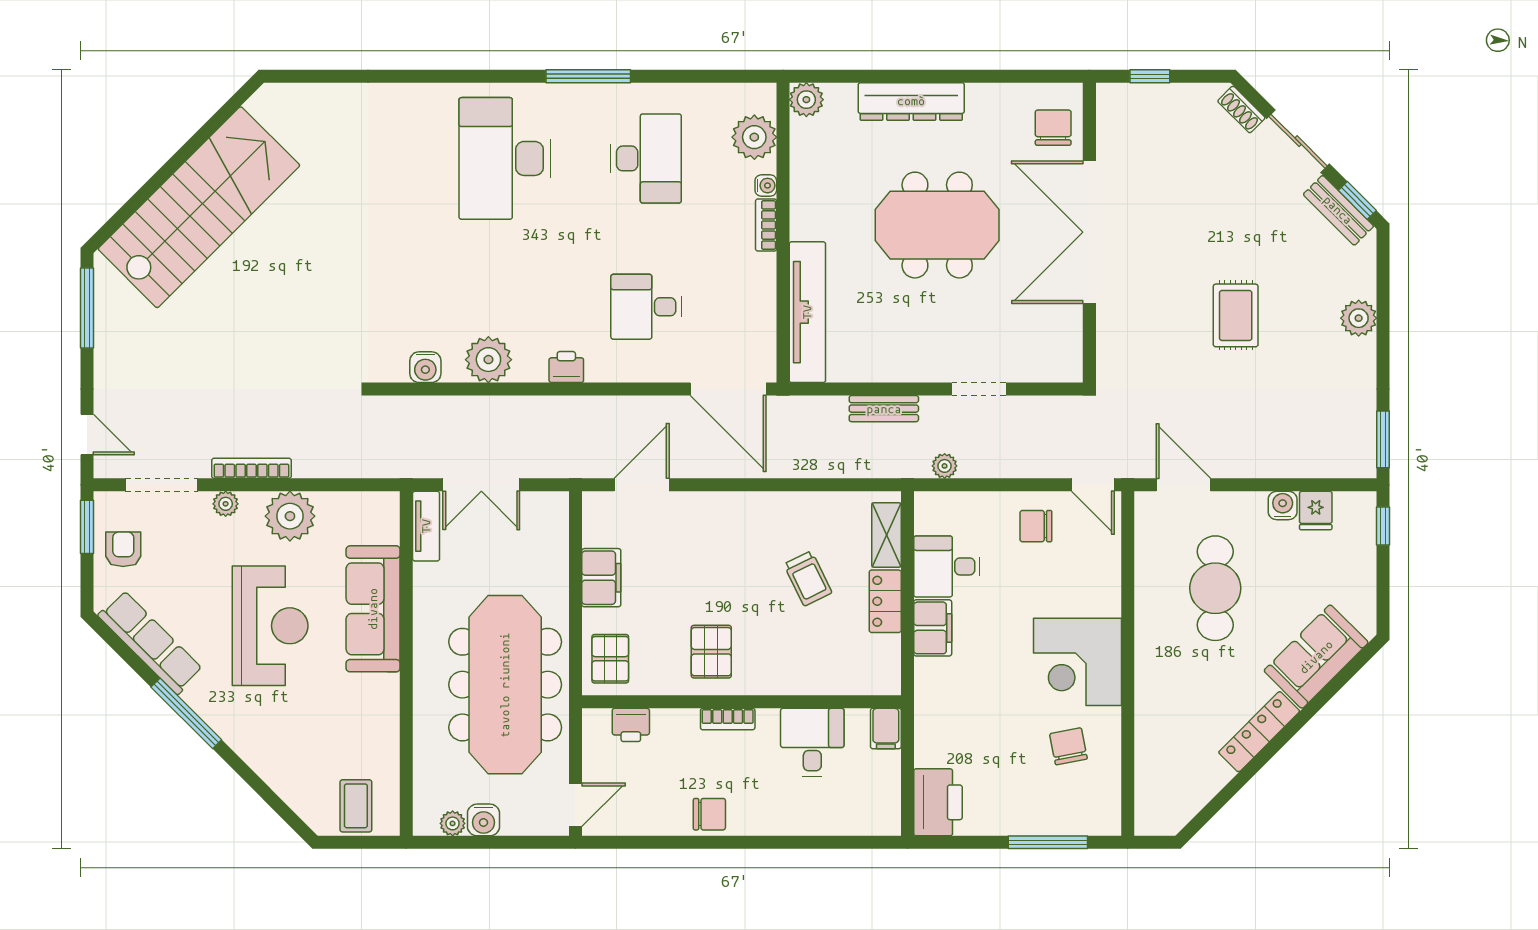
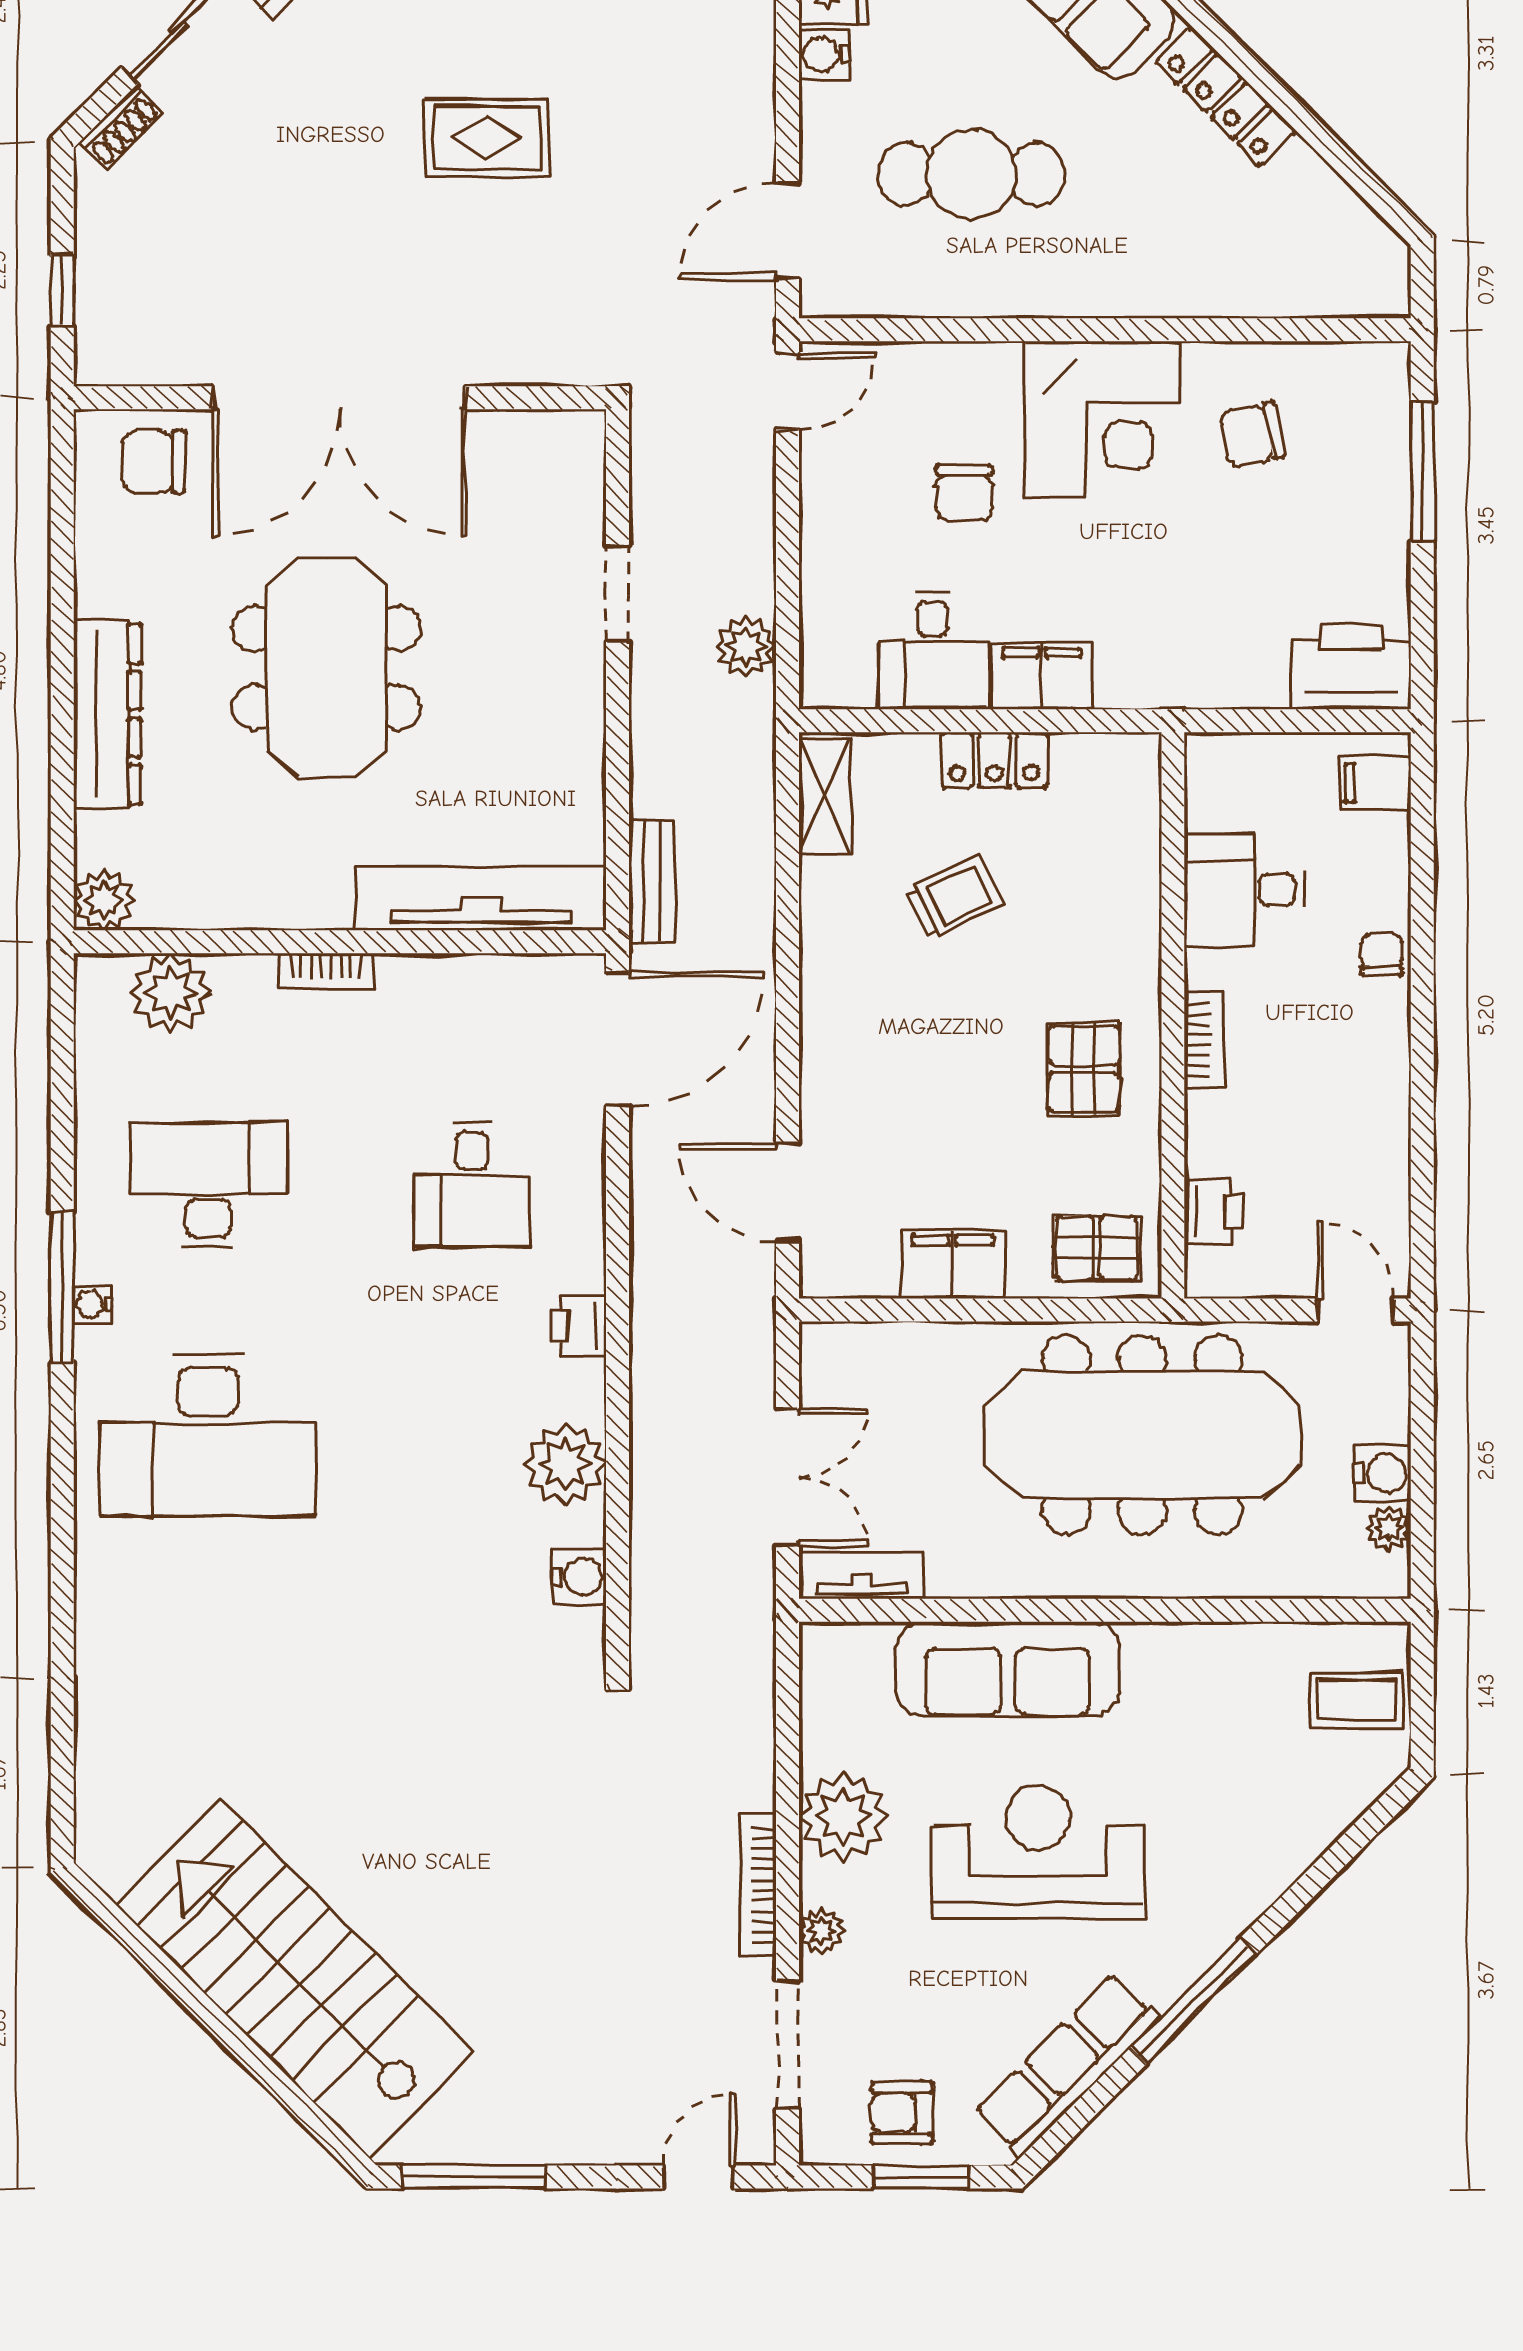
water cooler: (766, 186) -> (93, 1304), moved, turned -90
bench: (884, 409) -> (652, 881), moved
plant: (945, 466) -> (746, 647), width x1.38, depth x1.38
chair: (1036, 526) -> (964, 492), moved
window: (87, 527) -> (921, 2177), moved
shelving: (886, 535) -> (825, 796), moved, turned 90
pallet: (711, 652) -> (1084, 1069), turned 90
filing cabinet: (886, 729) -> (1375, 783), moved, turned 180
chair: (709, 814) -> (1381, 954), moved, width x0.73, depth x0.73

